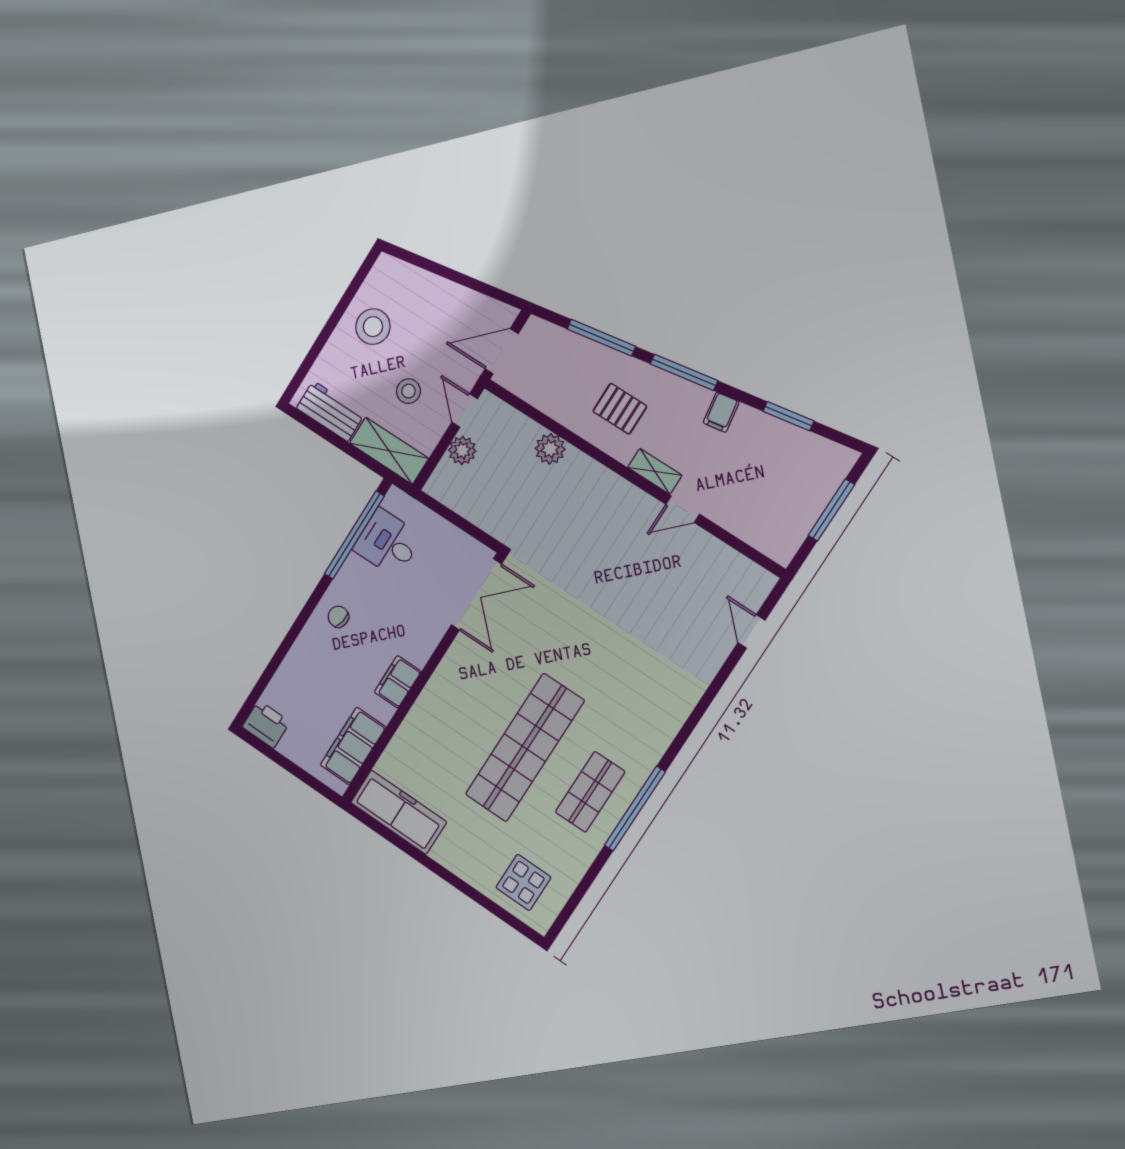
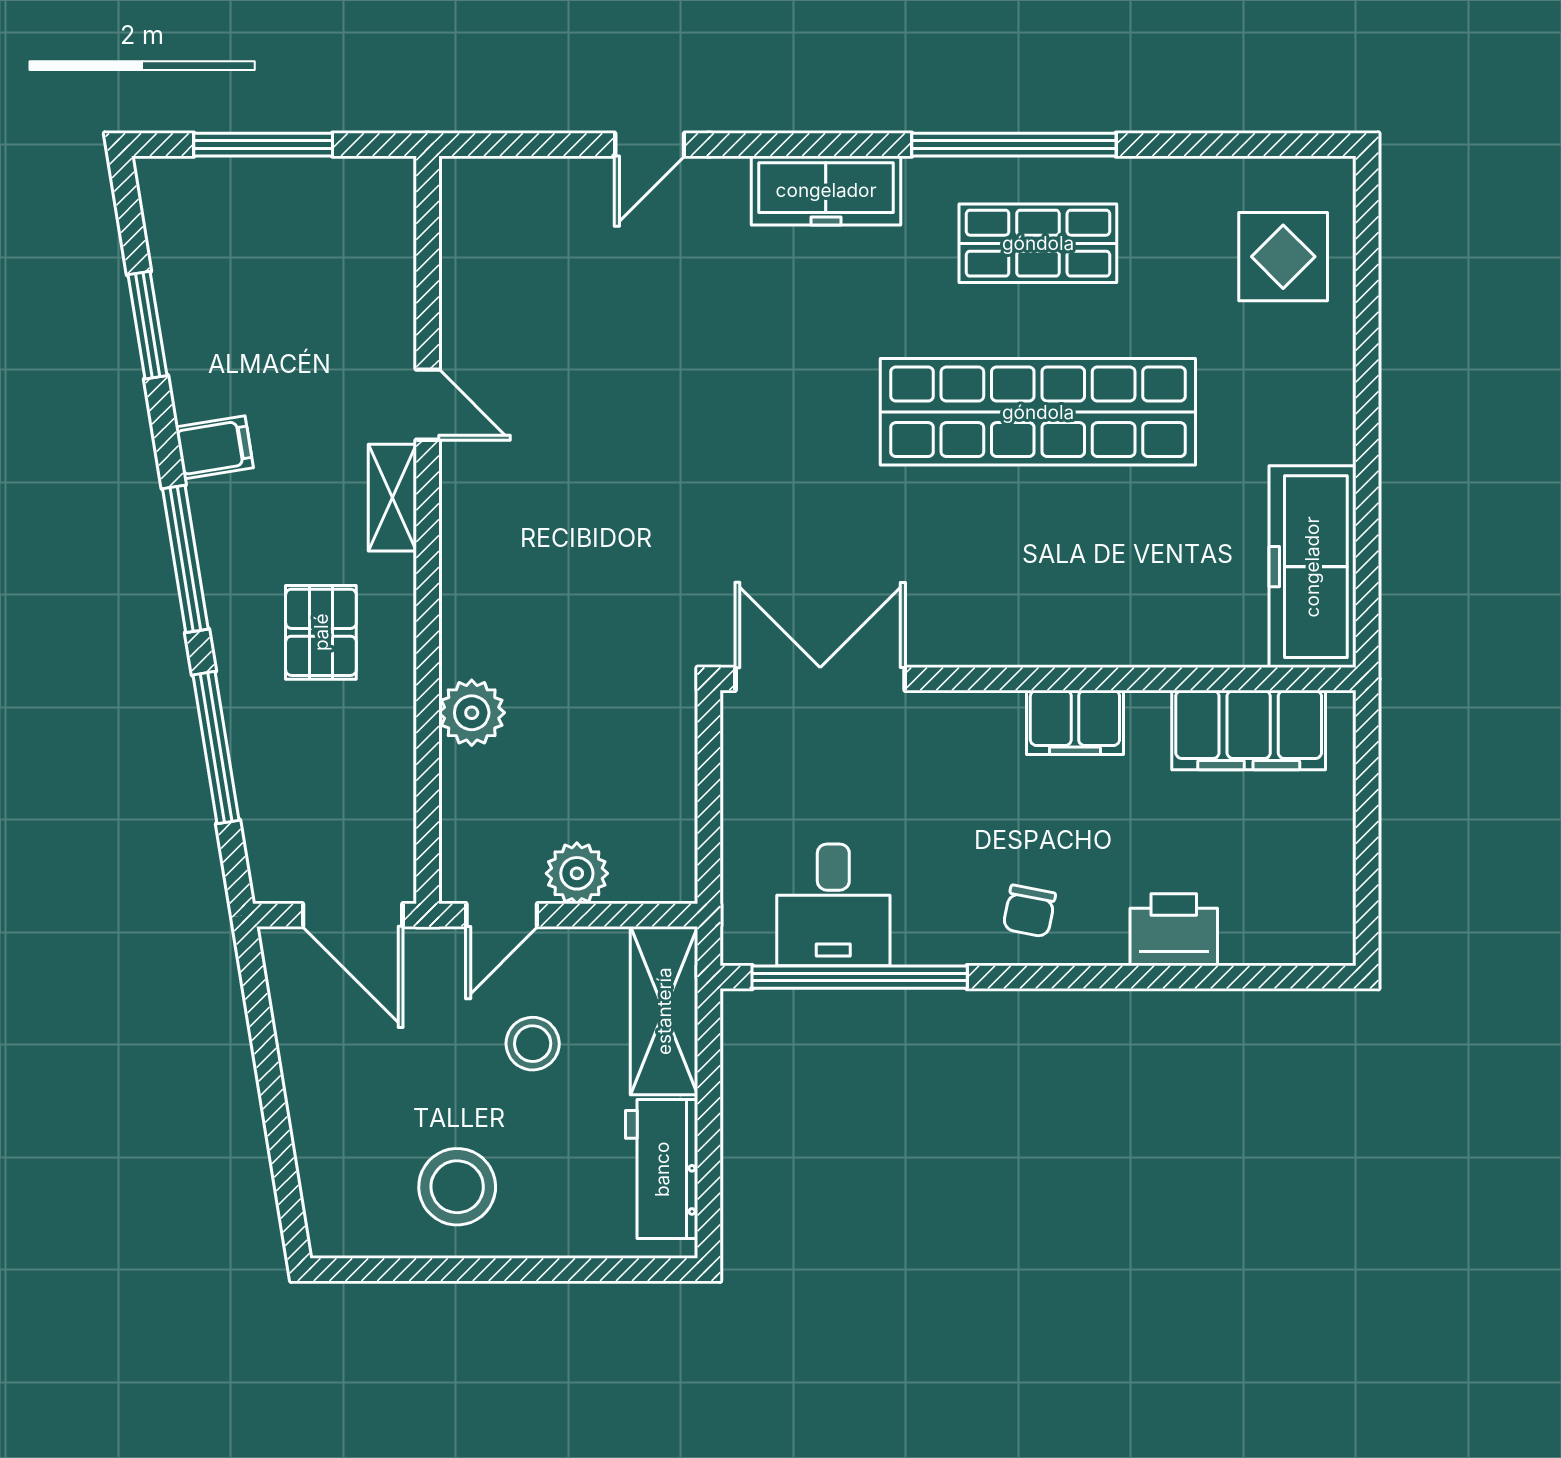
door: (751, 631) -> (650, 145), moved
freezer: (665, 723) -> (826, 190), added
printer: (266, 724) -> (1174, 930), moved, turned 90

